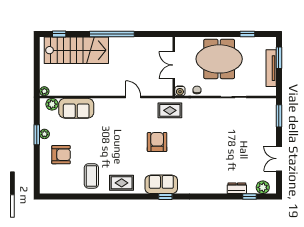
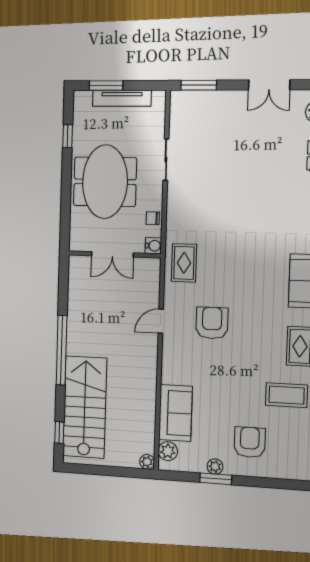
armchair: (157, 142) -> (212, 323), moved, turned 90

